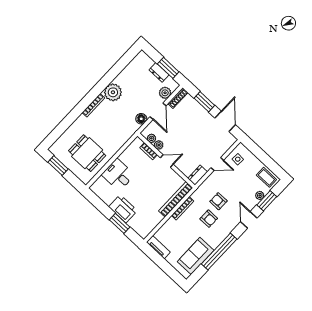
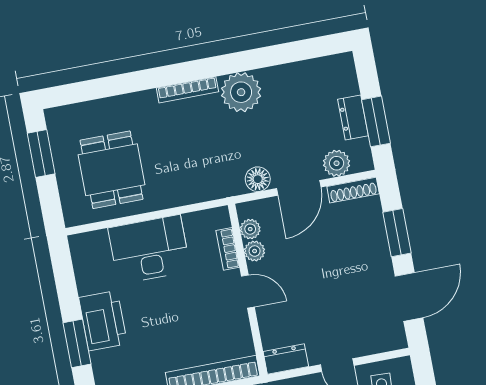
desk: (118, 175) -> (149, 249), width x1.37

